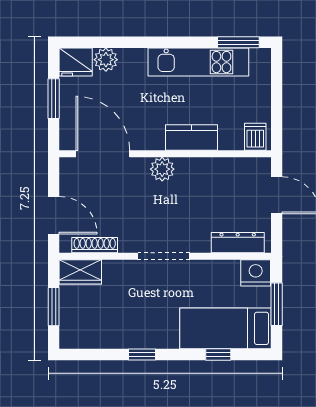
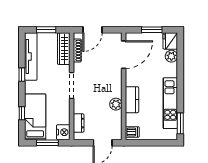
plant: (162, 169) -> (116, 104), moved
dresser: (238, 243) -> (79, 123), width x0.70
wardrobe: (80, 272) -> (64, 49), width x1.50
tv unit: (106, 337) -> (31, 56), added

